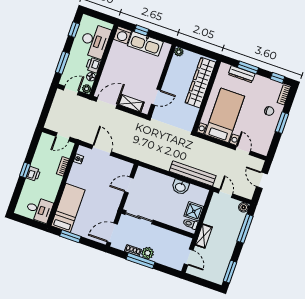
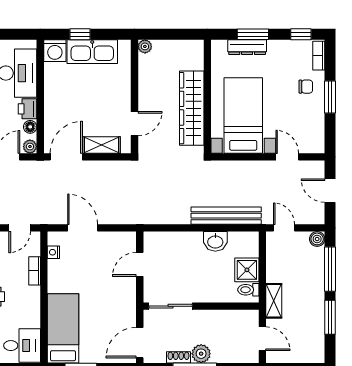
wardrobe: (200, 83) -> (192, 108), moved
window: (230, 272) -> (330, 317), moved

